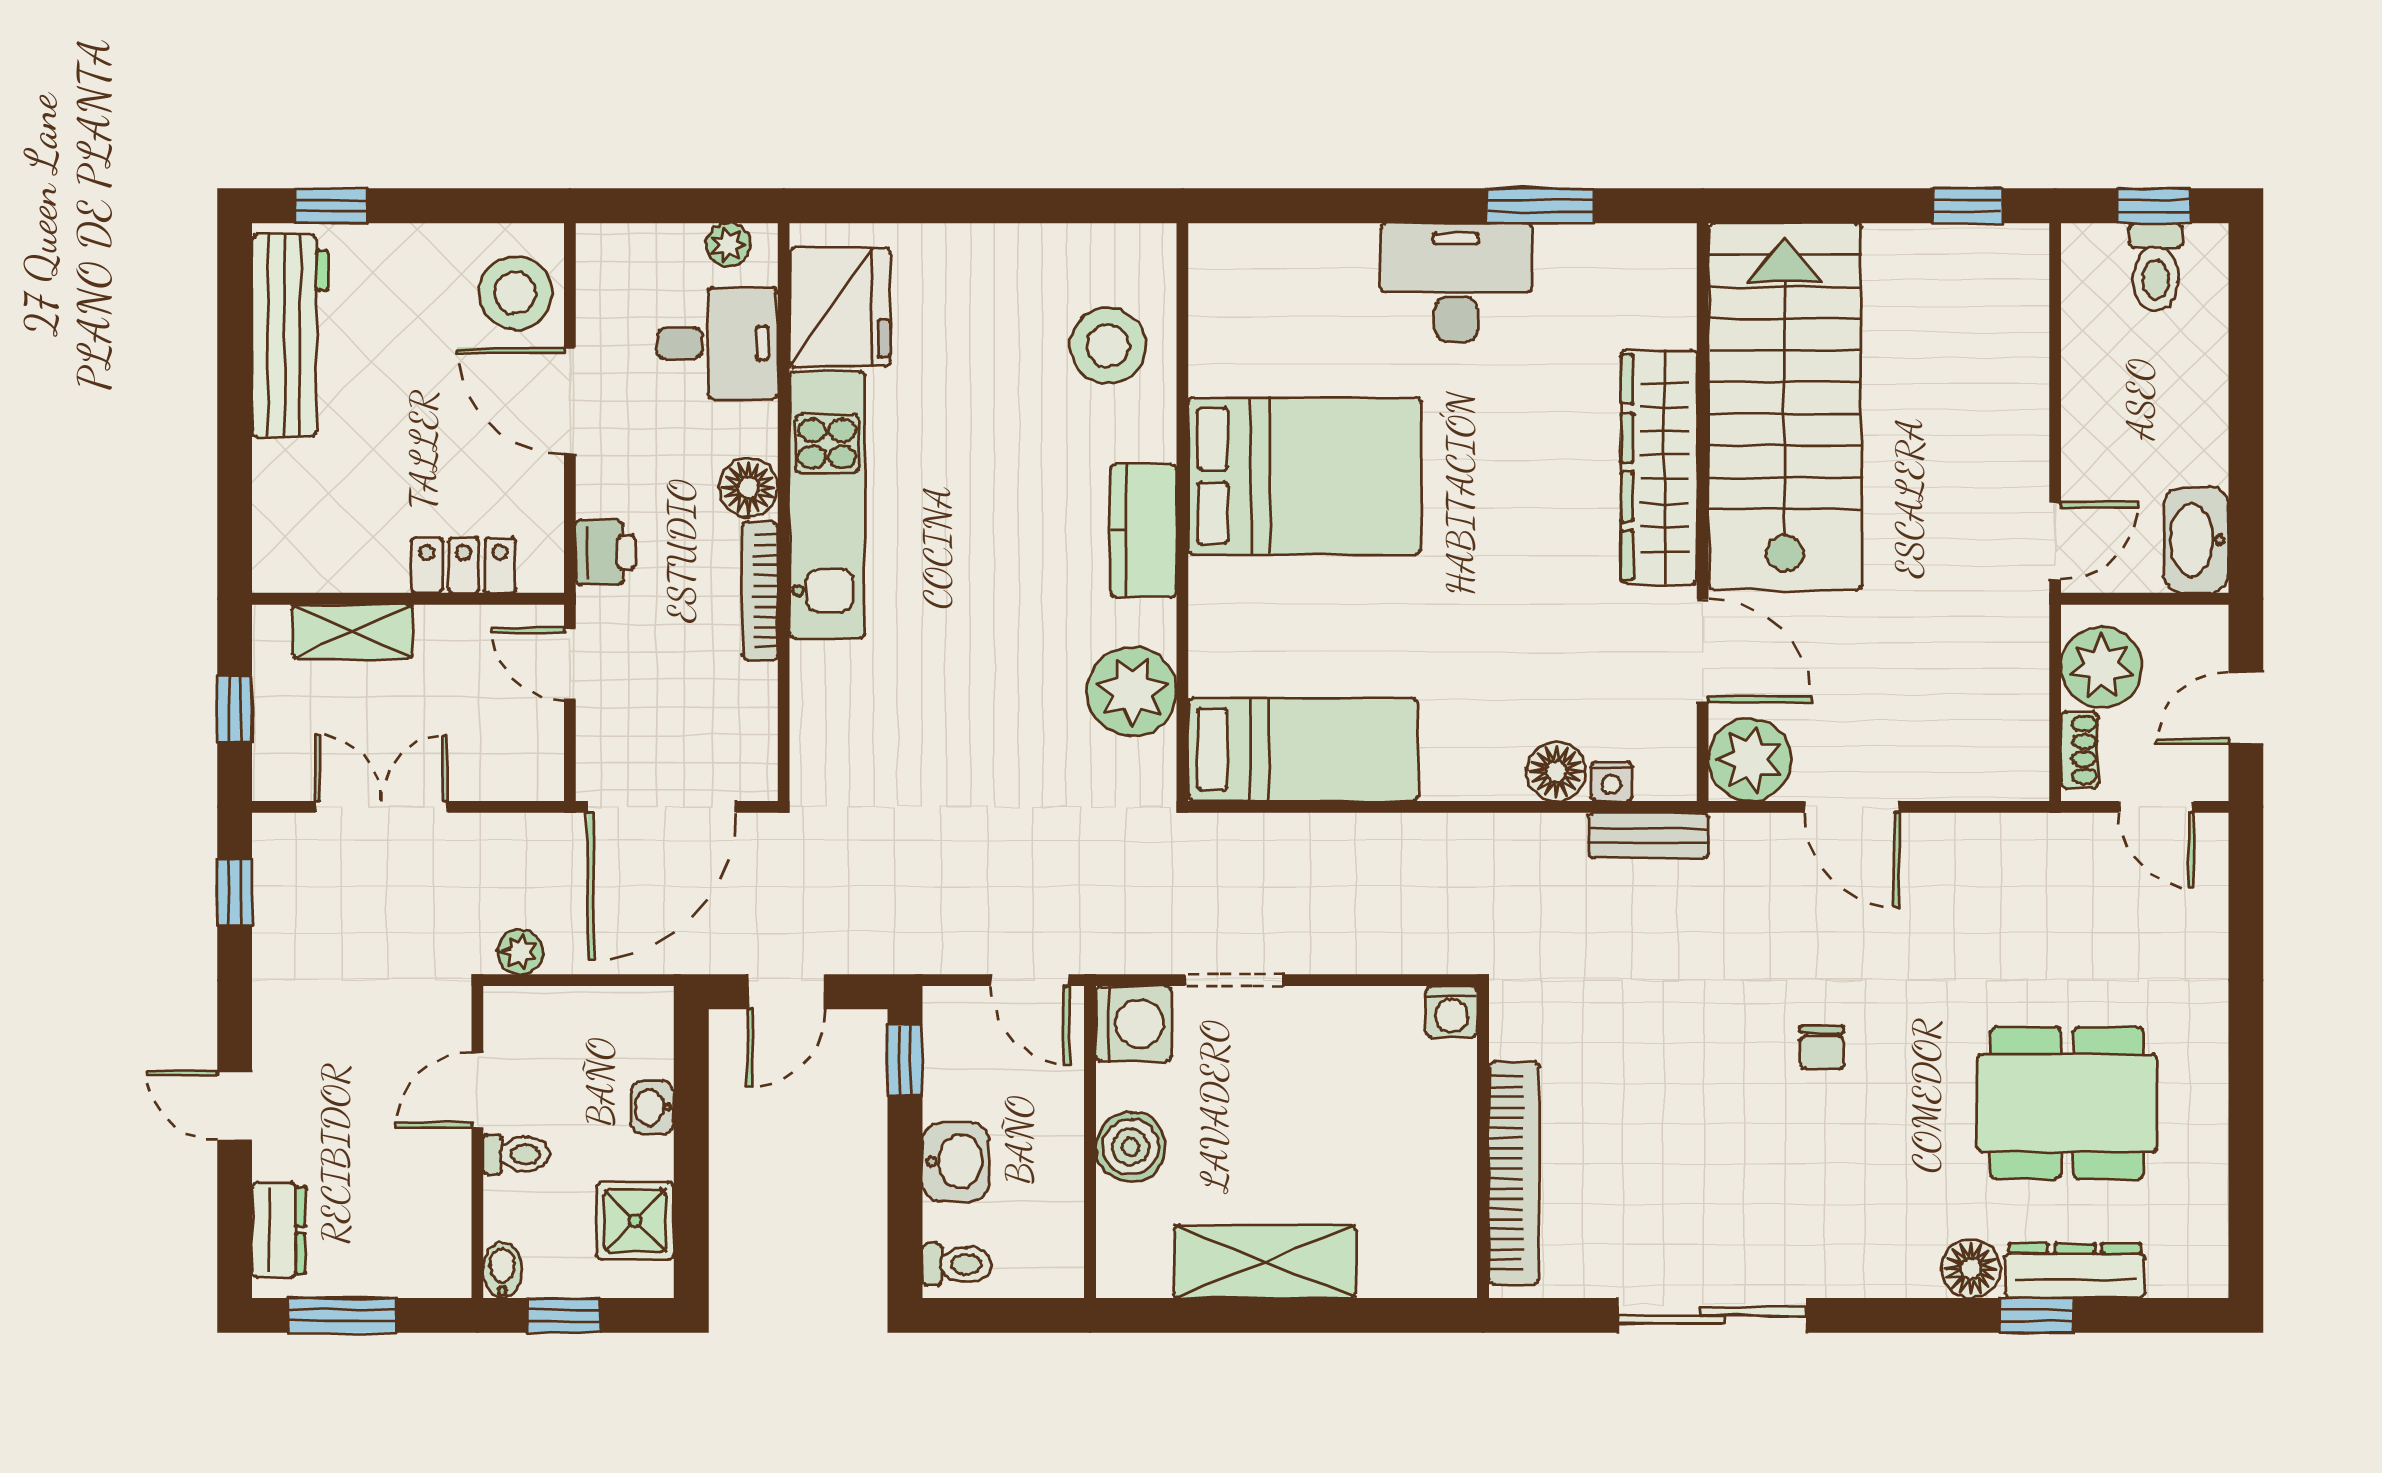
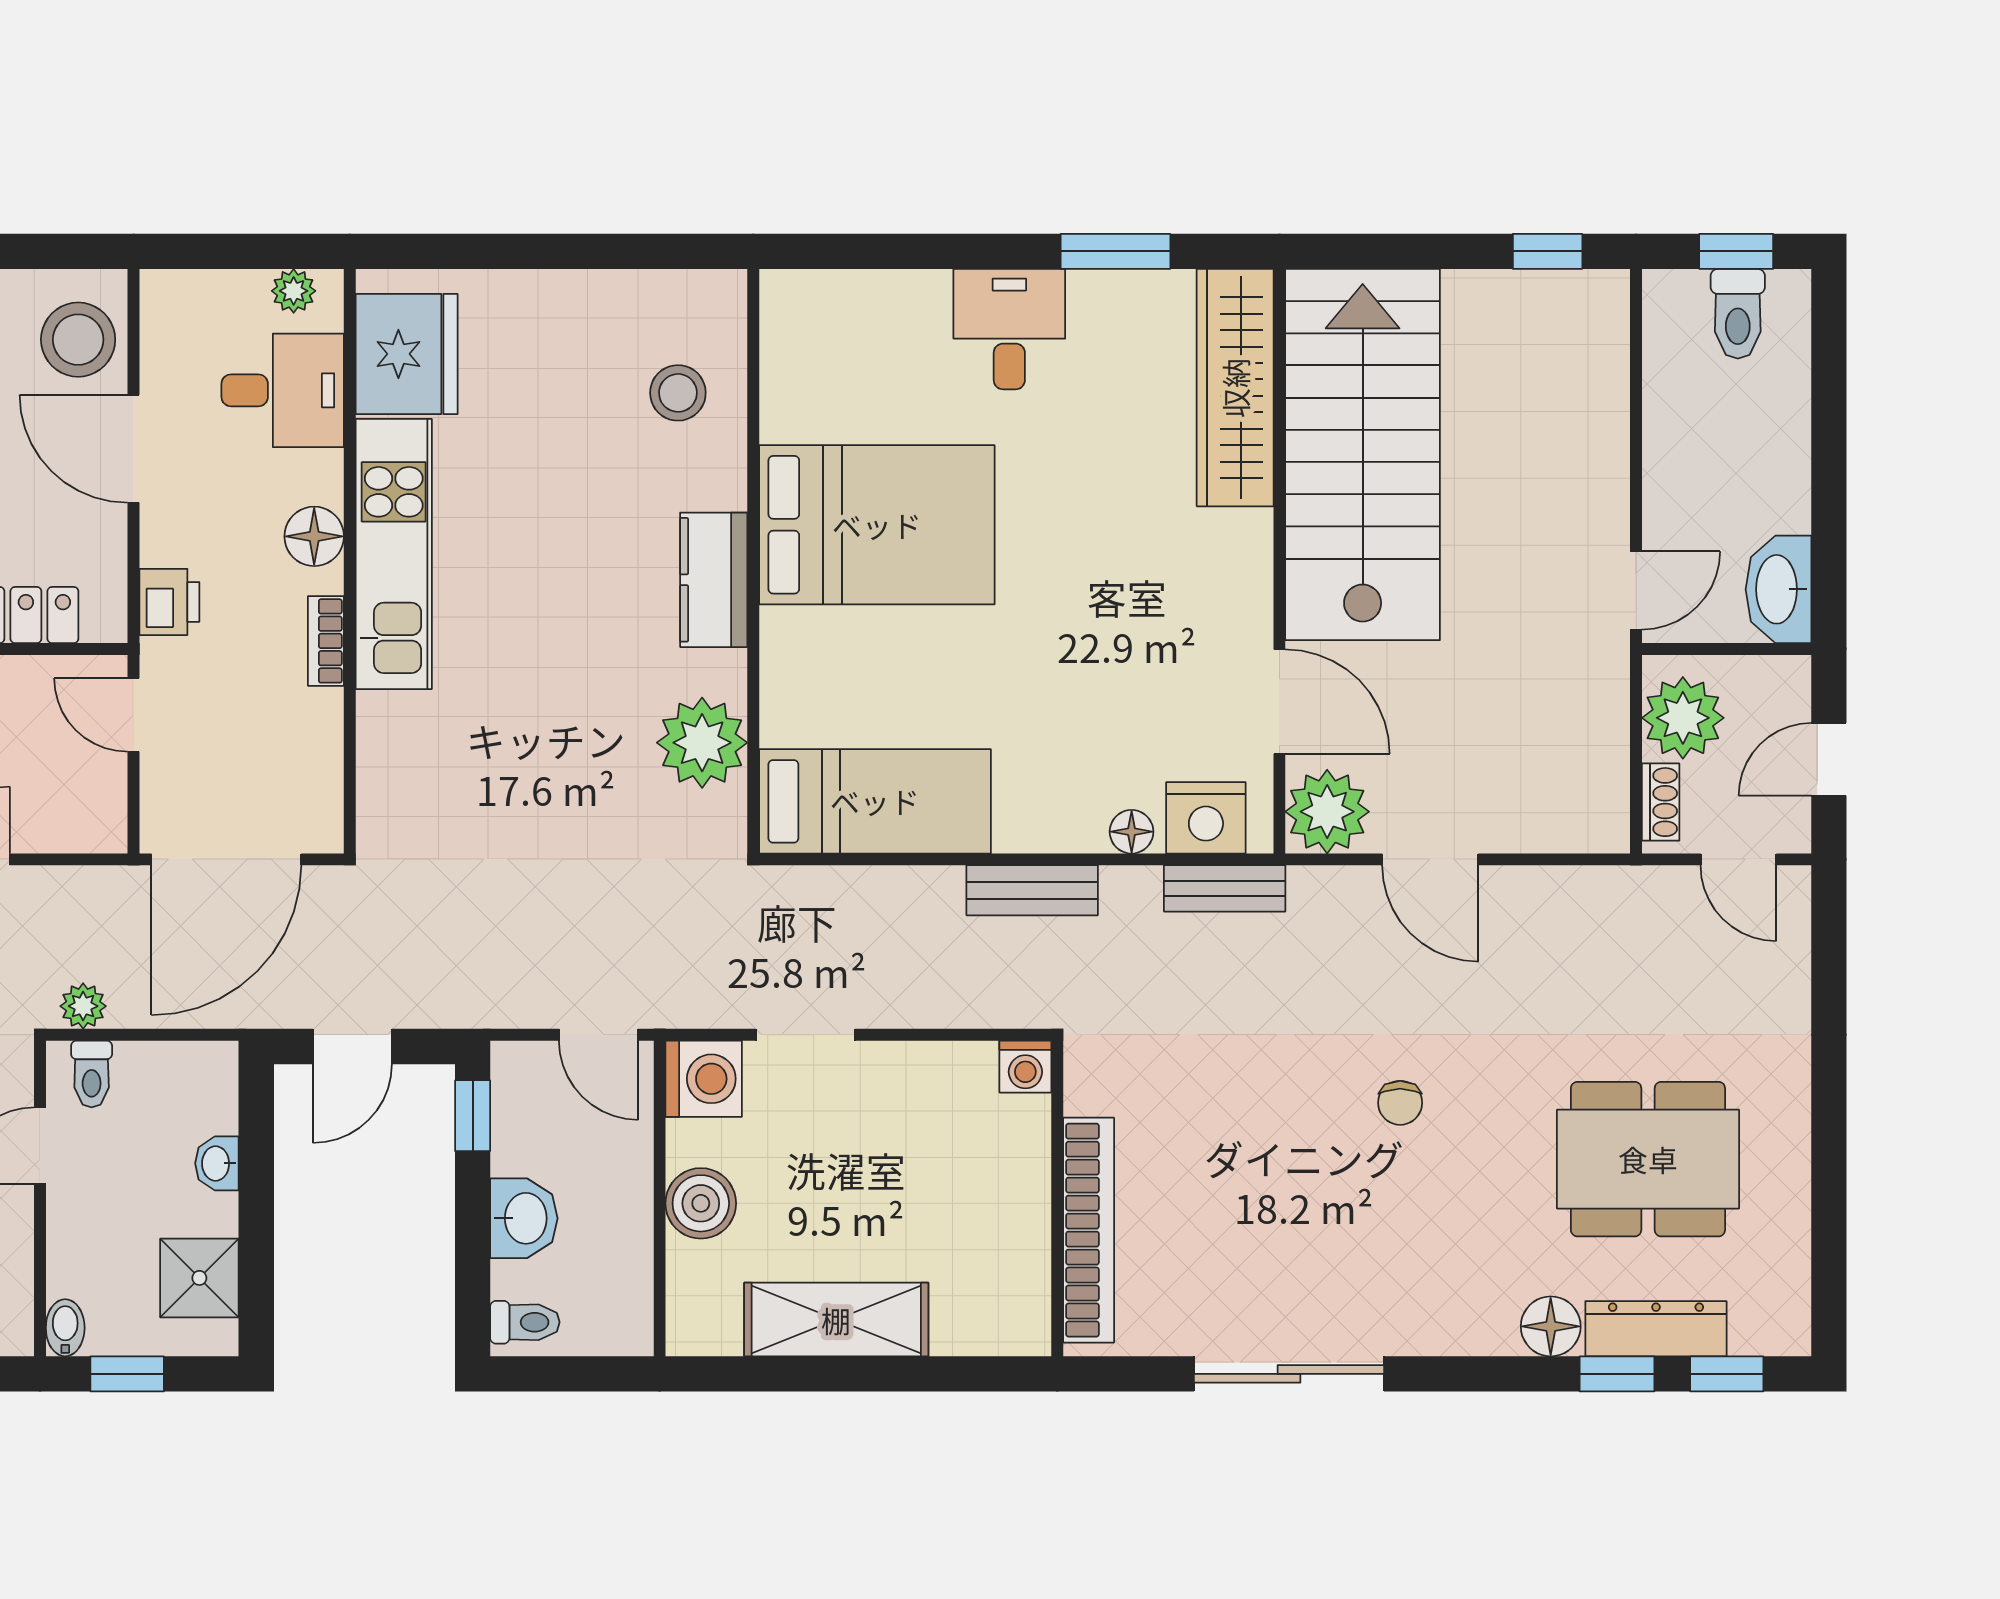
desk: (1456, 283) -> (1009, 329), width x0.73
stool: (1108, 346) -> (678, 393), width x0.73, depth x0.73
wardrobe: (1659, 467) -> (1235, 388), moved
bookcase: (760, 591) -> (326, 641), width x0.64
floor lamp: (1556, 771) -> (1132, 832), width x0.73, depth x0.73
nightstand: (1611, 781) -> (1206, 818), width x1.89, depth x1.79
bench: (1458, 837) -> (1032, 890), added
toilet: (516, 1154) -> (92, 1074), moved, turned 90
window: (2145, 1315) -> (1727, 1374), added

